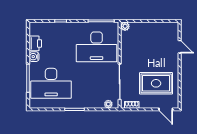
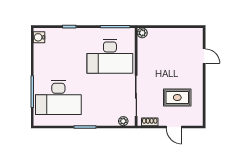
printer: (35, 43) -> (40, 52), removed
water cooler: (34, 57) -> (39, 37), moved
rug: (156, 83) -> (177, 98), width x0.73, depth x0.70
door: (166, 109) -> (174, 127), moved

